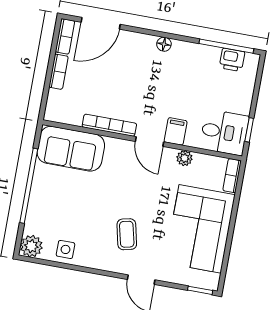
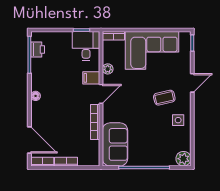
side table: (66, 249) -> (178, 120), moved

